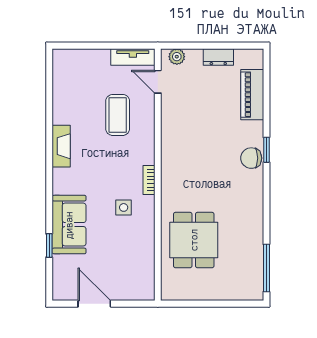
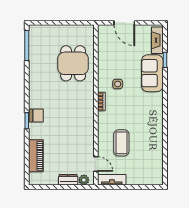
dresser: (218, 57) -> (68, 180), moved
fireplace: (61, 146) -> (157, 40), moved
door: (94, 304) -> (124, 23), moved

